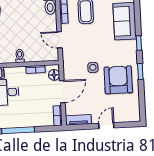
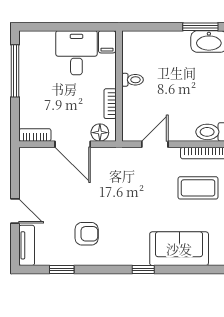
side table: (93, 67) -> (108, 195), removed
window: (140, 71) -> (62, 269), moved
armchair: (118, 80) -> (87, 234), width x0.53, depth x0.53
tv unit: (78, 120) -> (27, 245), moved

